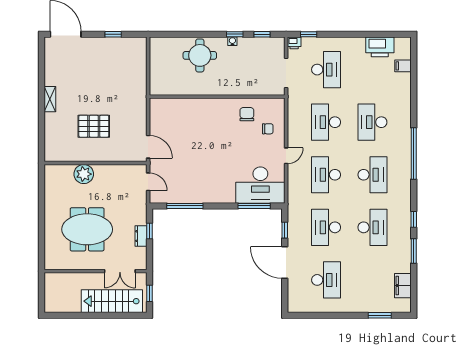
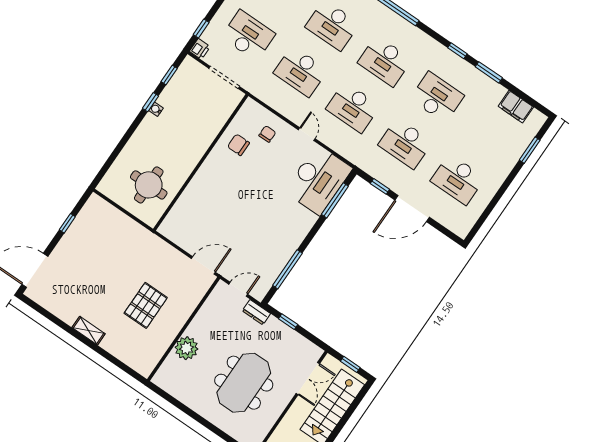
round table: (200, 55) -> (149, 185), moved
desk: (372, 175) -> (385, 61), turned 180
dresser: (141, 236) -> (256, 312), moved
desk: (326, 280) -> (458, 179), turned 180

